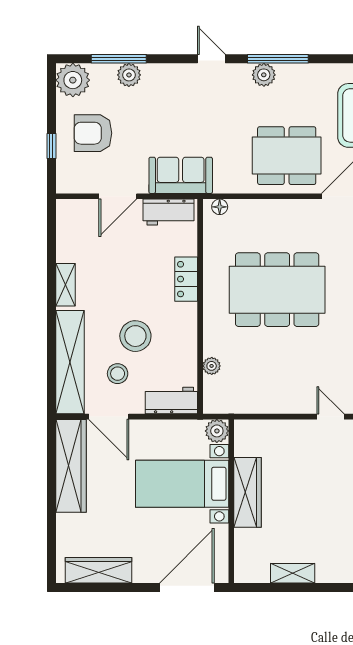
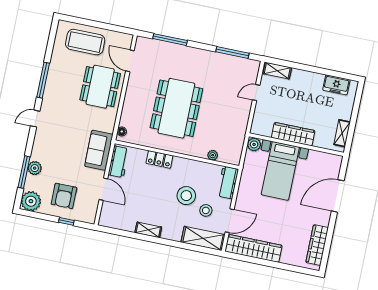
plant: (264, 75) -> (51, 90), removed
shelving: (70, 362) -> (203, 238), width x0.68
plant: (217, 431) -> (254, 144), moved
bed with nightstands: (182, 484) -> (280, 171), moved
wardrobe: (247, 492) -> (293, 134), moved
wall: (231, 501) -> (296, 145), moved
door: (187, 588) -> (338, 196), hinge flipped

